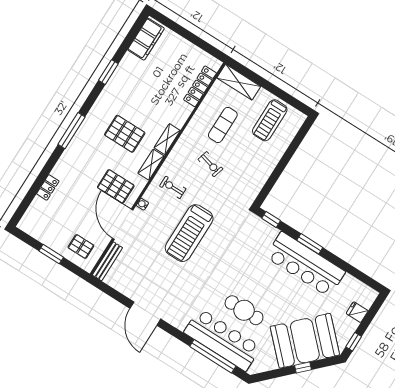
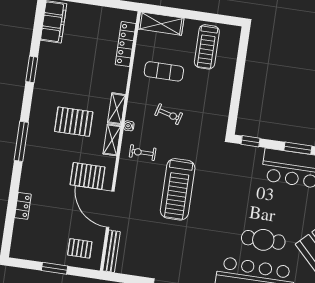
exercise mat: (223, 125) -> (164, 71), turned 90
water cooler: (142, 204) -> (129, 126), moved

